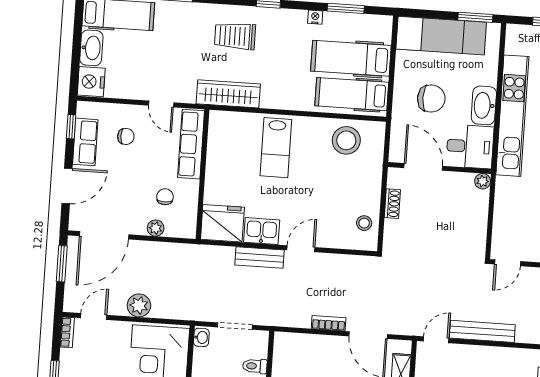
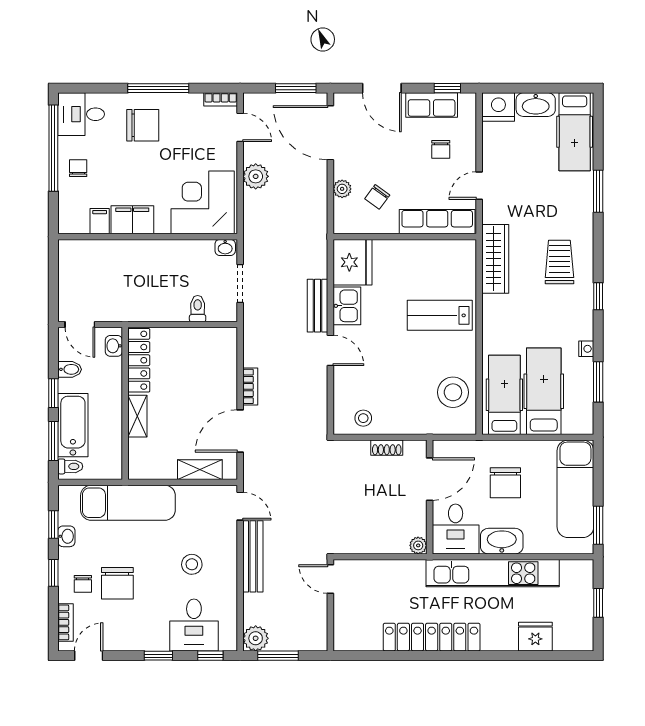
chair: (165, 197) -> (377, 197), turned 126

